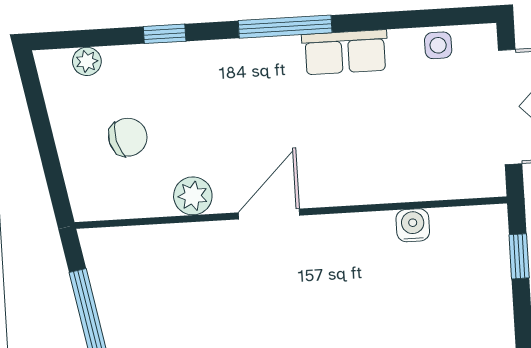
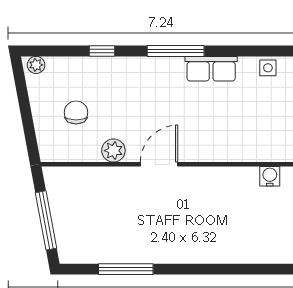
plant: (87, 61) -> (36, 65), moved
chair: (128, 137) -> (76, 112), turned -76
water cooler: (413, 225) -> (270, 176), moved

